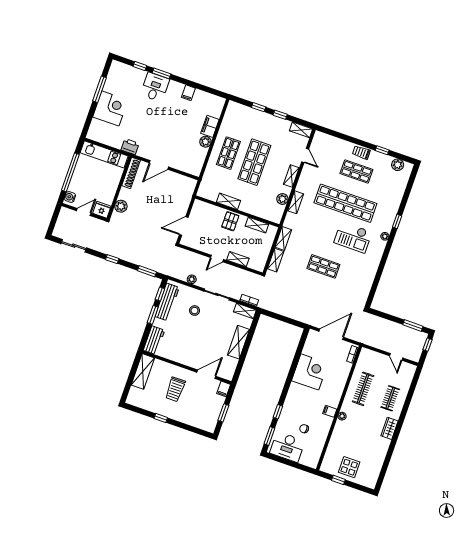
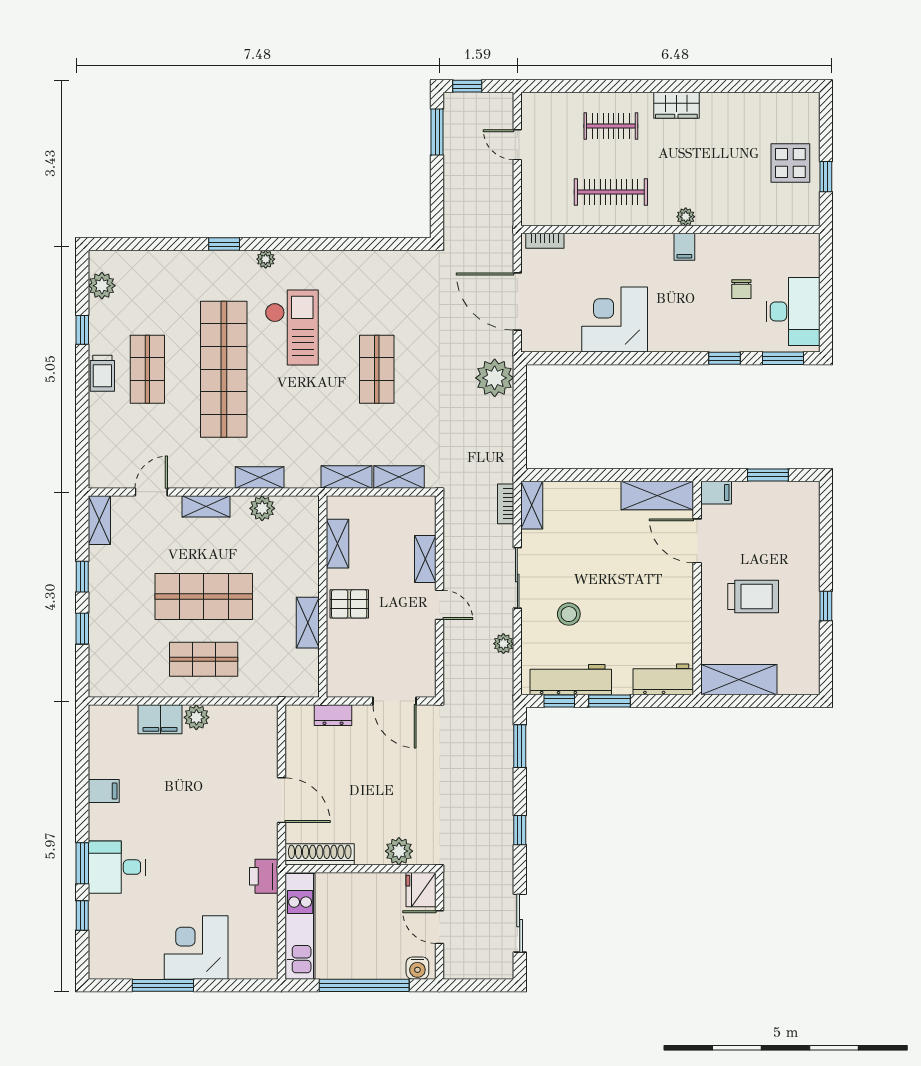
dresser: (187, 198) -> (333, 715), added
plant: (303, 314) -> (495, 378), added
shelving: (238, 342) -> (657, 495), moved
door: (396, 357) -> (517, 145), swing flipped

